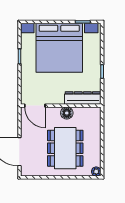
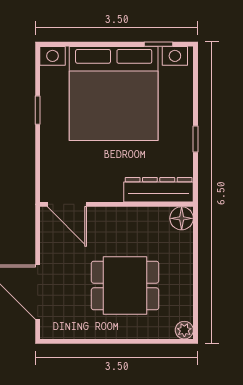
floor lamp: (67, 113) -> (182, 218), moved
dining table: (65, 148) -> (125, 286), width x0.73

